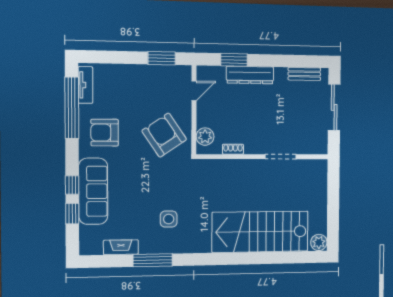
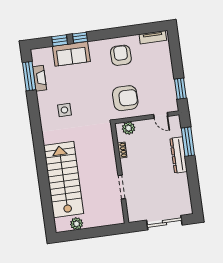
window: (234, 60) -> (188, 142), width x1.44
bench: (304, 74) -> (186, 196), removed
window: (72, 108) -> (135, 30), removed
armchair: (164, 135) -> (125, 98), turned 34
sofa: (93, 191) -> (71, 54), width x0.73
plant: (319, 242) -> (77, 224), moved
window: (153, 260) -> (29, 76), moved

